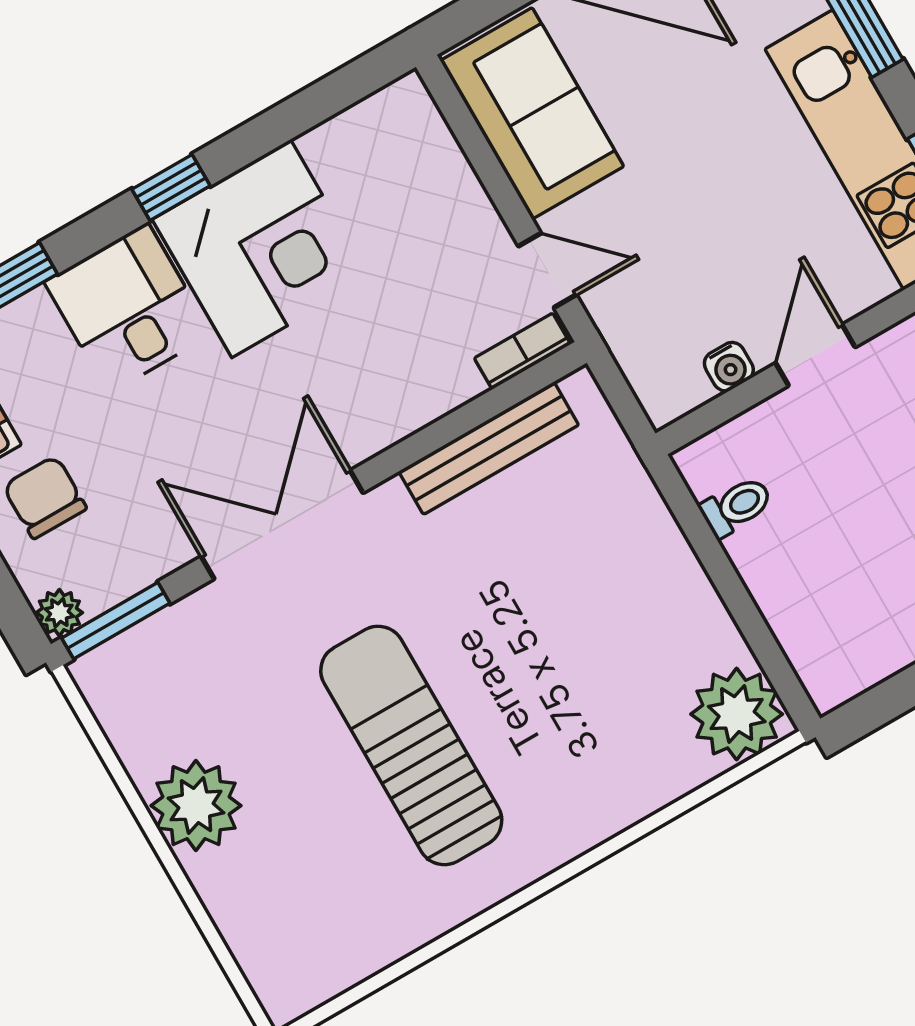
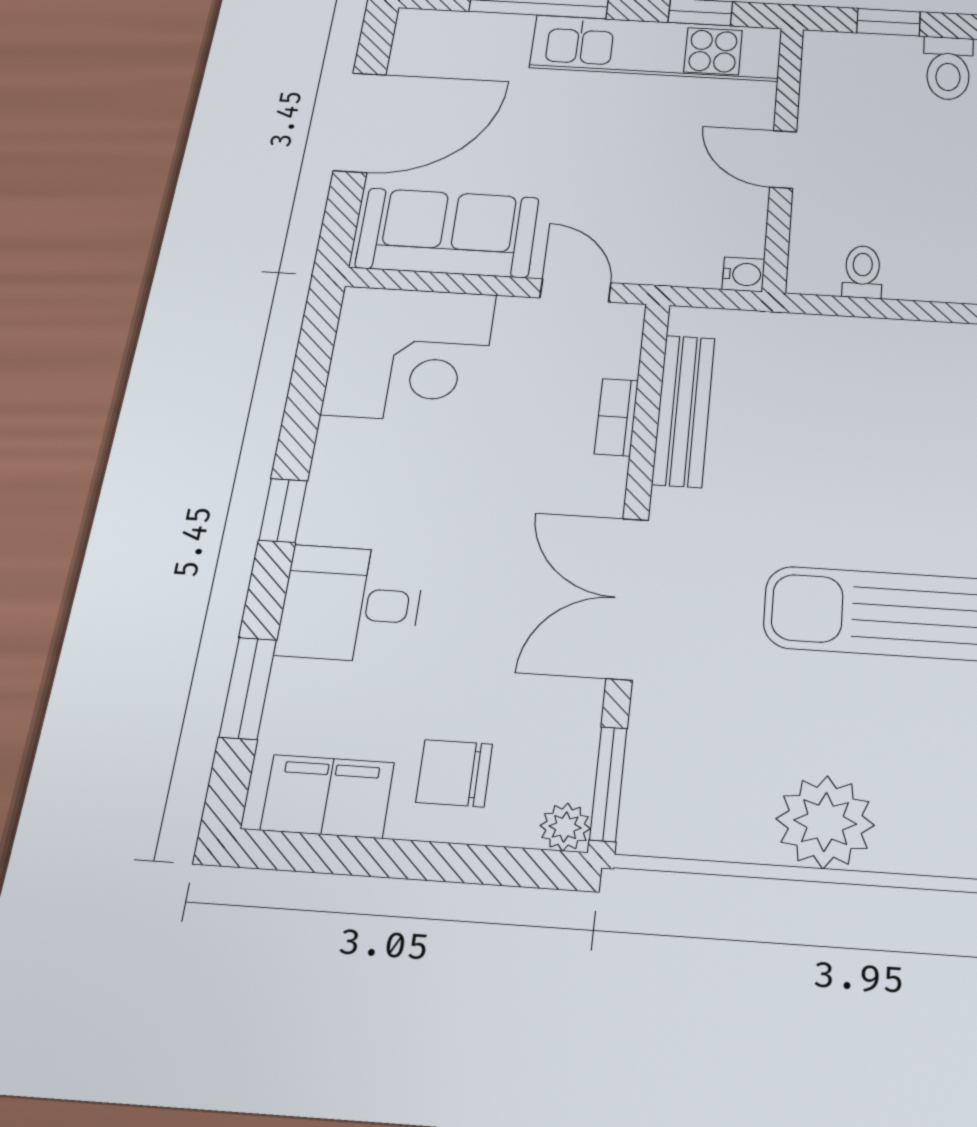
corner desk: (261, 249) -> (410, 354), moved, turned 90
door: (547, 270) -> (575, 290), hinge flipped
bookcase: (522, 351) -> (616, 417), moved
water cooler: (729, 367) -> (743, 274), moved

